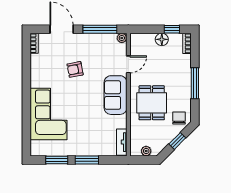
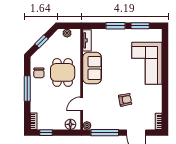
floor lamp: (162, 39) -> (70, 124), moved
sofa: (115, 95) -> (92, 68), moved
chair: (179, 118) -> (39, 73), moved

